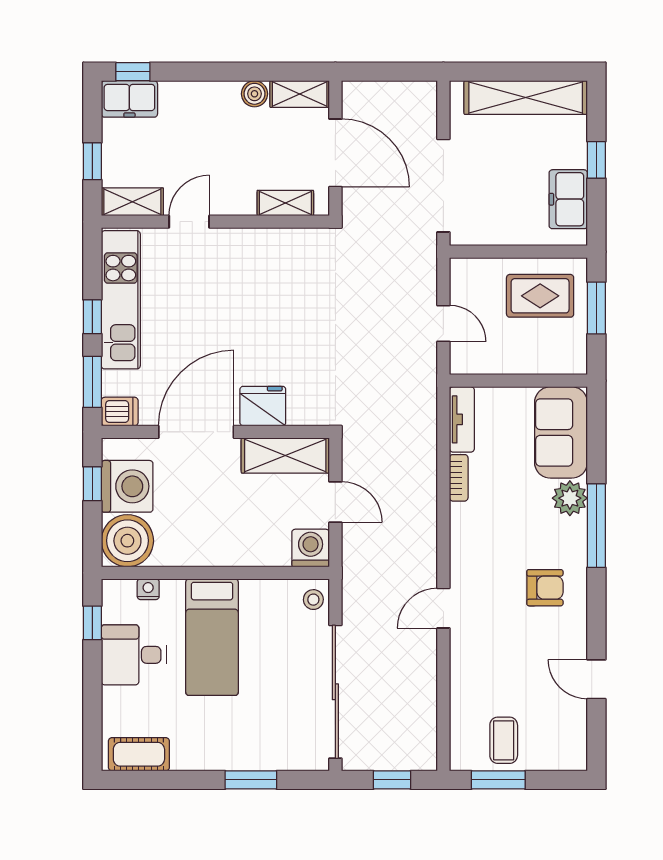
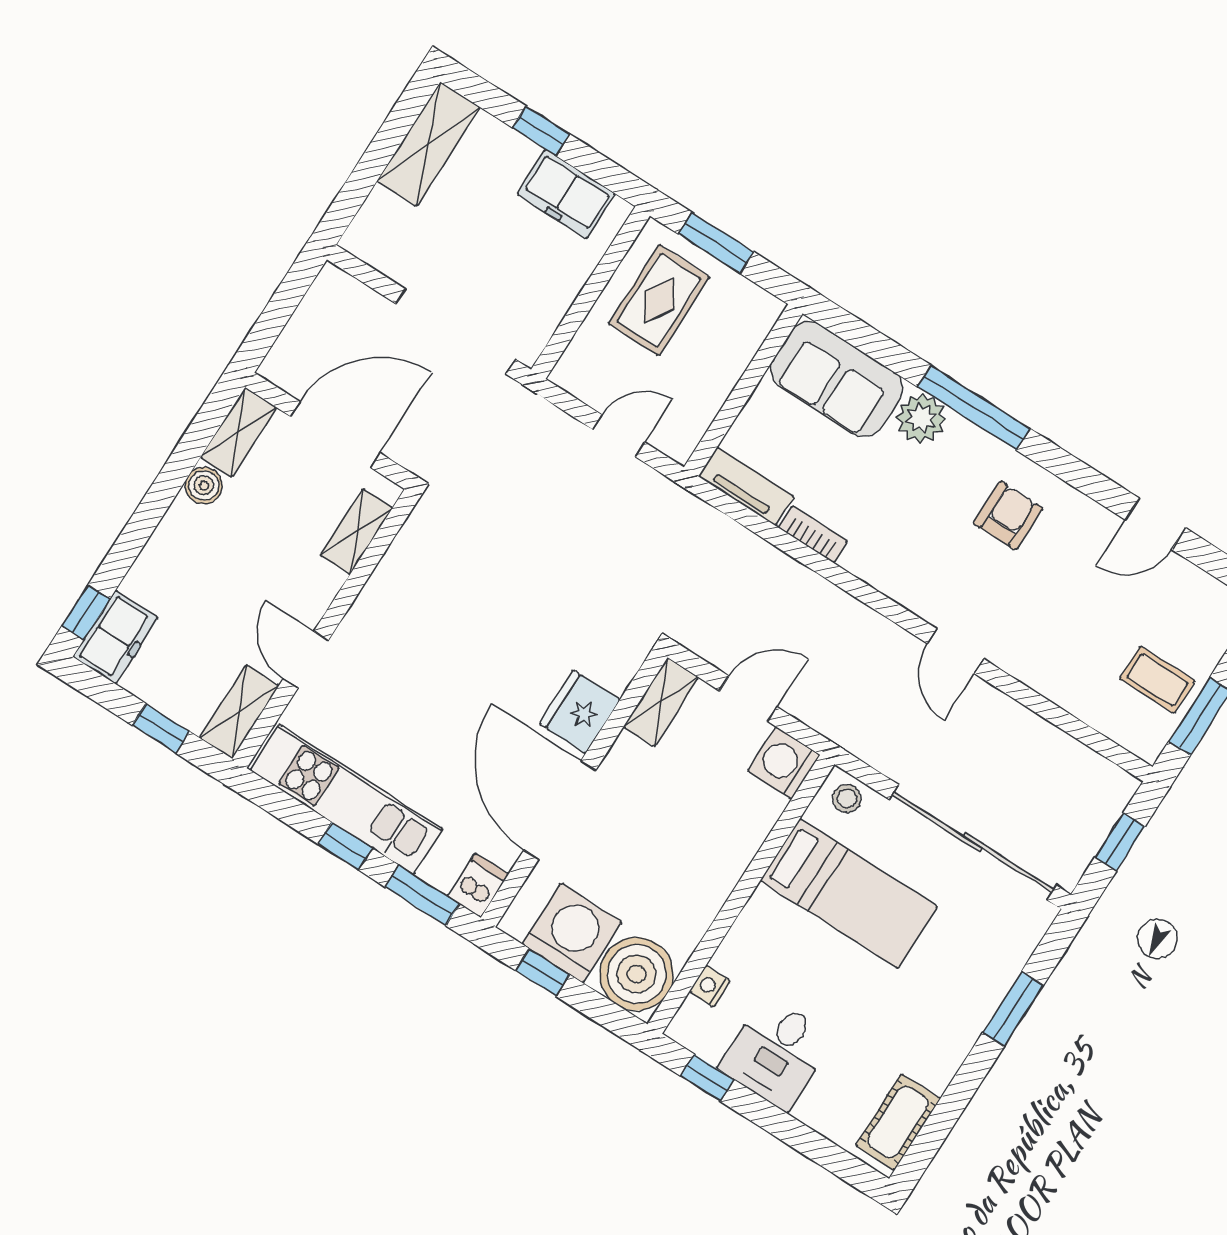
shelving: (526, 98) -> (428, 144), width x0.68
shelving: (285, 455) -> (661, 702), width x0.67, depth x0.75
bed: (212, 637) -> (849, 894), moved

